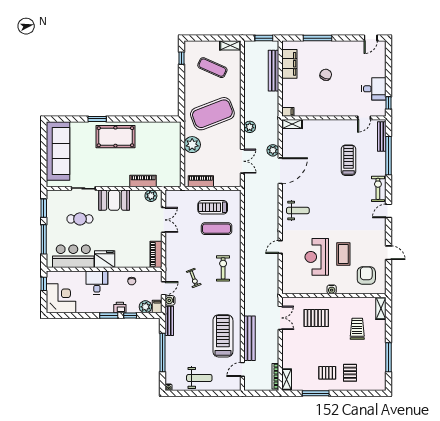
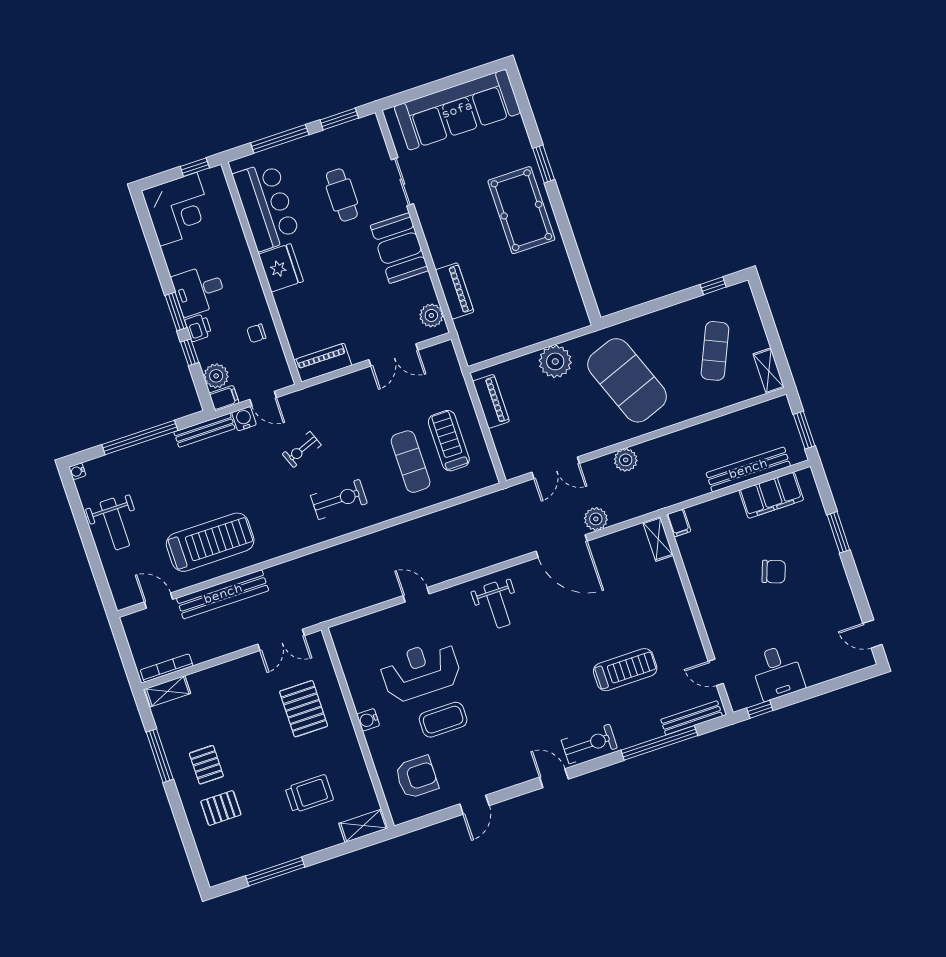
window: (317, 38) -> (838, 532), width x0.69
desk: (97, 282) -> (199, 290), moved, turned 180

